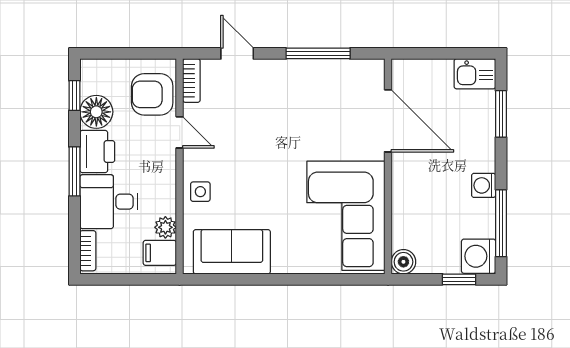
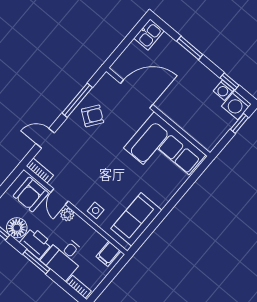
armchair: (315, 89) -> (93, 116), added
window: (501, 114) -> (190, 48), moved
door: (180, 132) -> (59, 197), swing flipped
washing machine: (484, 185) -> (224, 90), moved
window: (501, 223) -> (230, 81), width x0.46
plant: (165, 227) -> (67, 215), moved
boiler: (403, 262) -> (209, 143), removed

